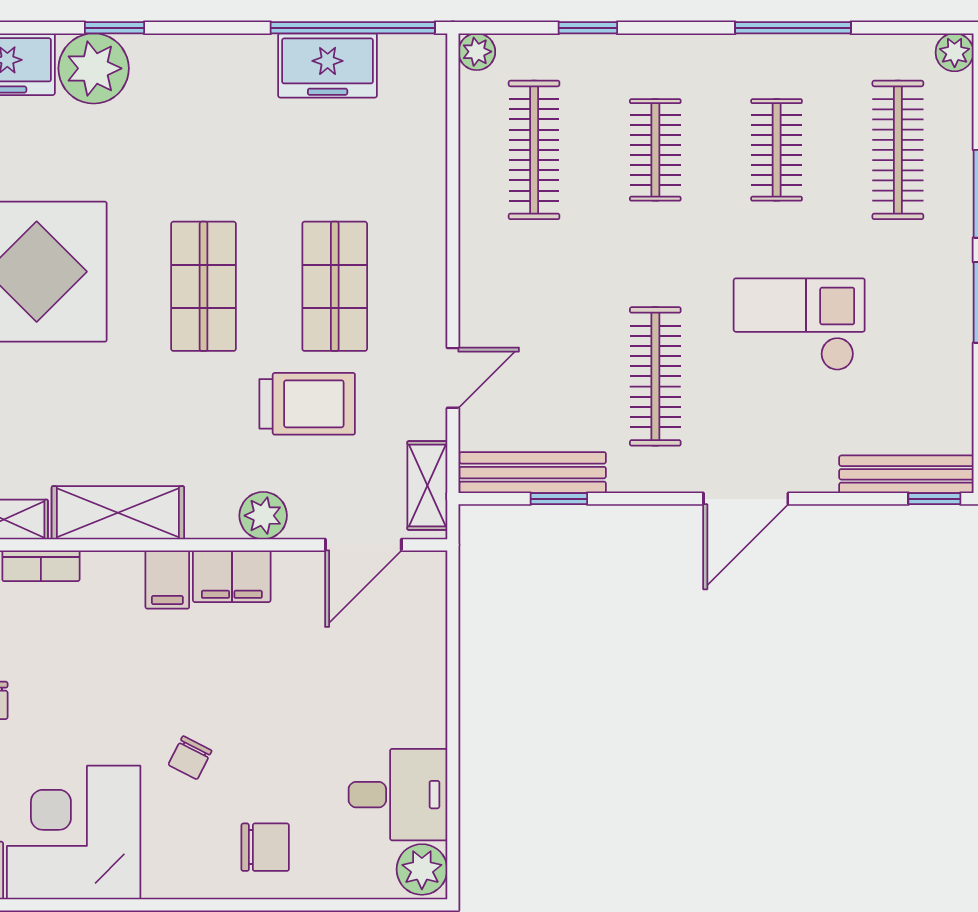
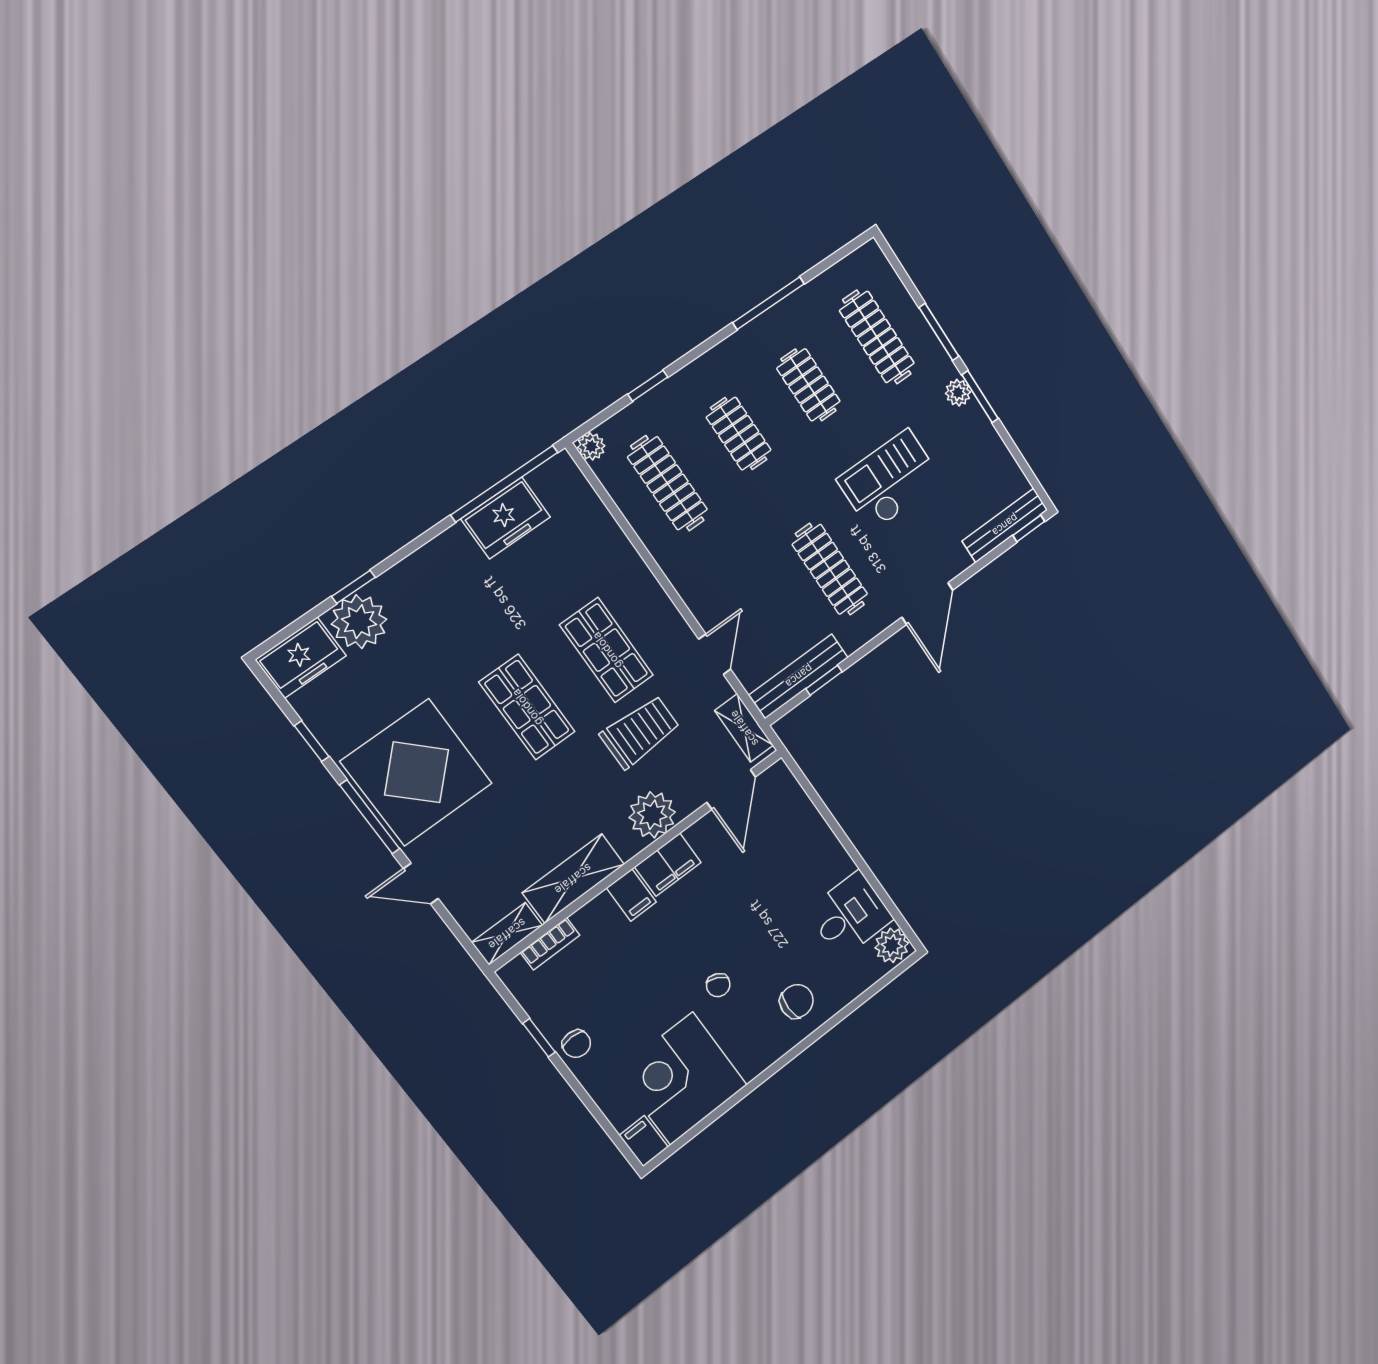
plant: (955, 52) -> (958, 393), moved
plant: (263, 516) -> (652, 815), width x1.36, depth x1.36

